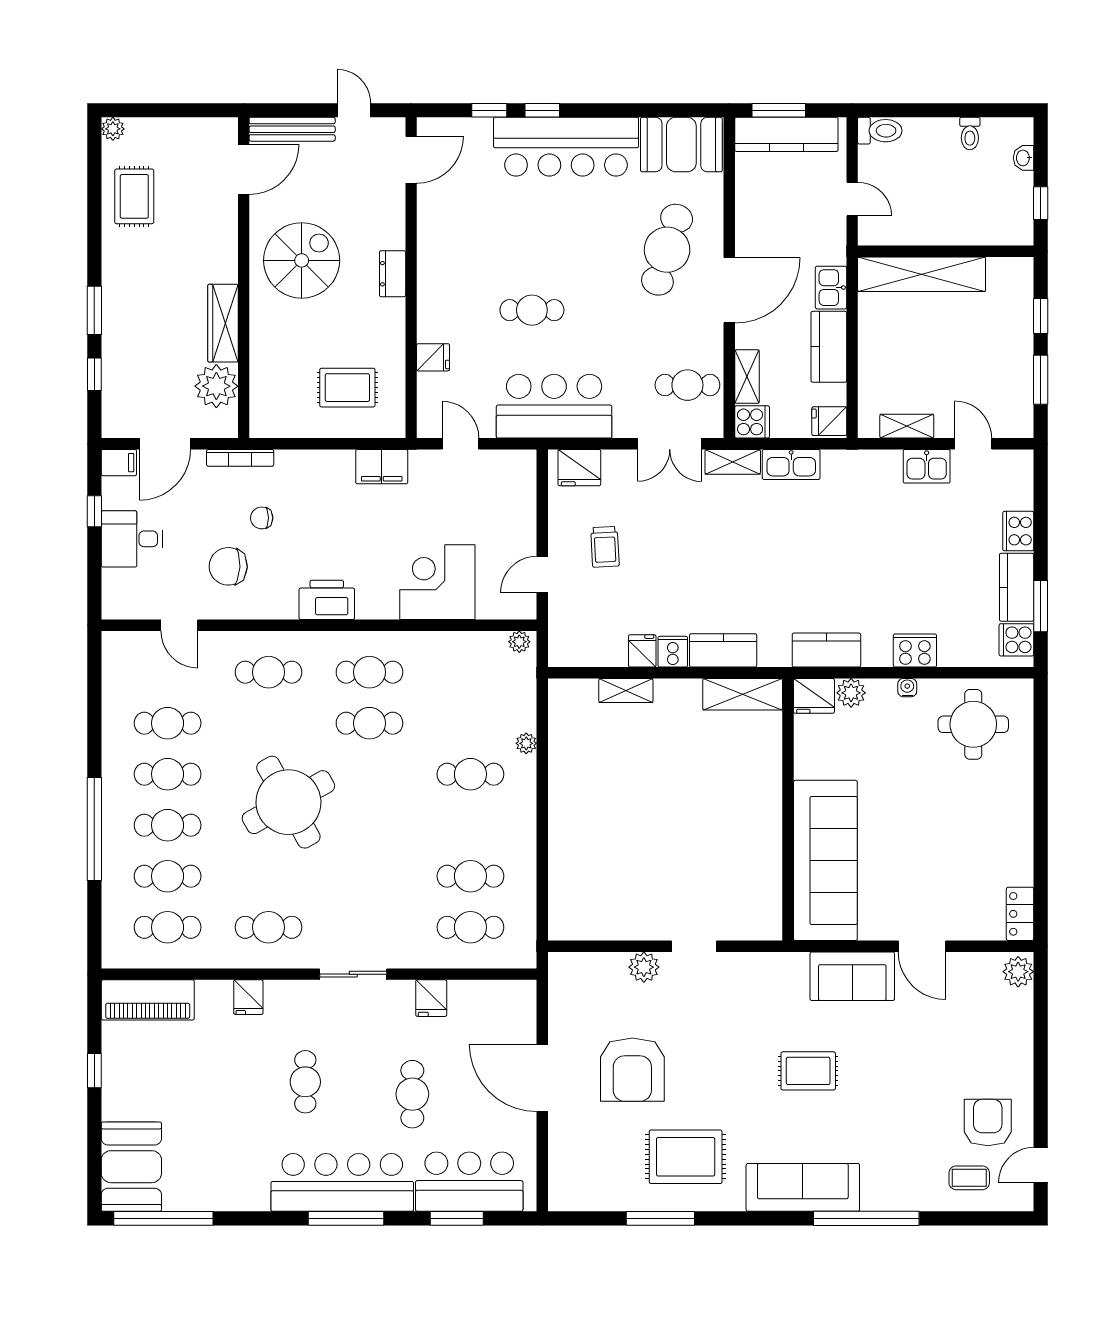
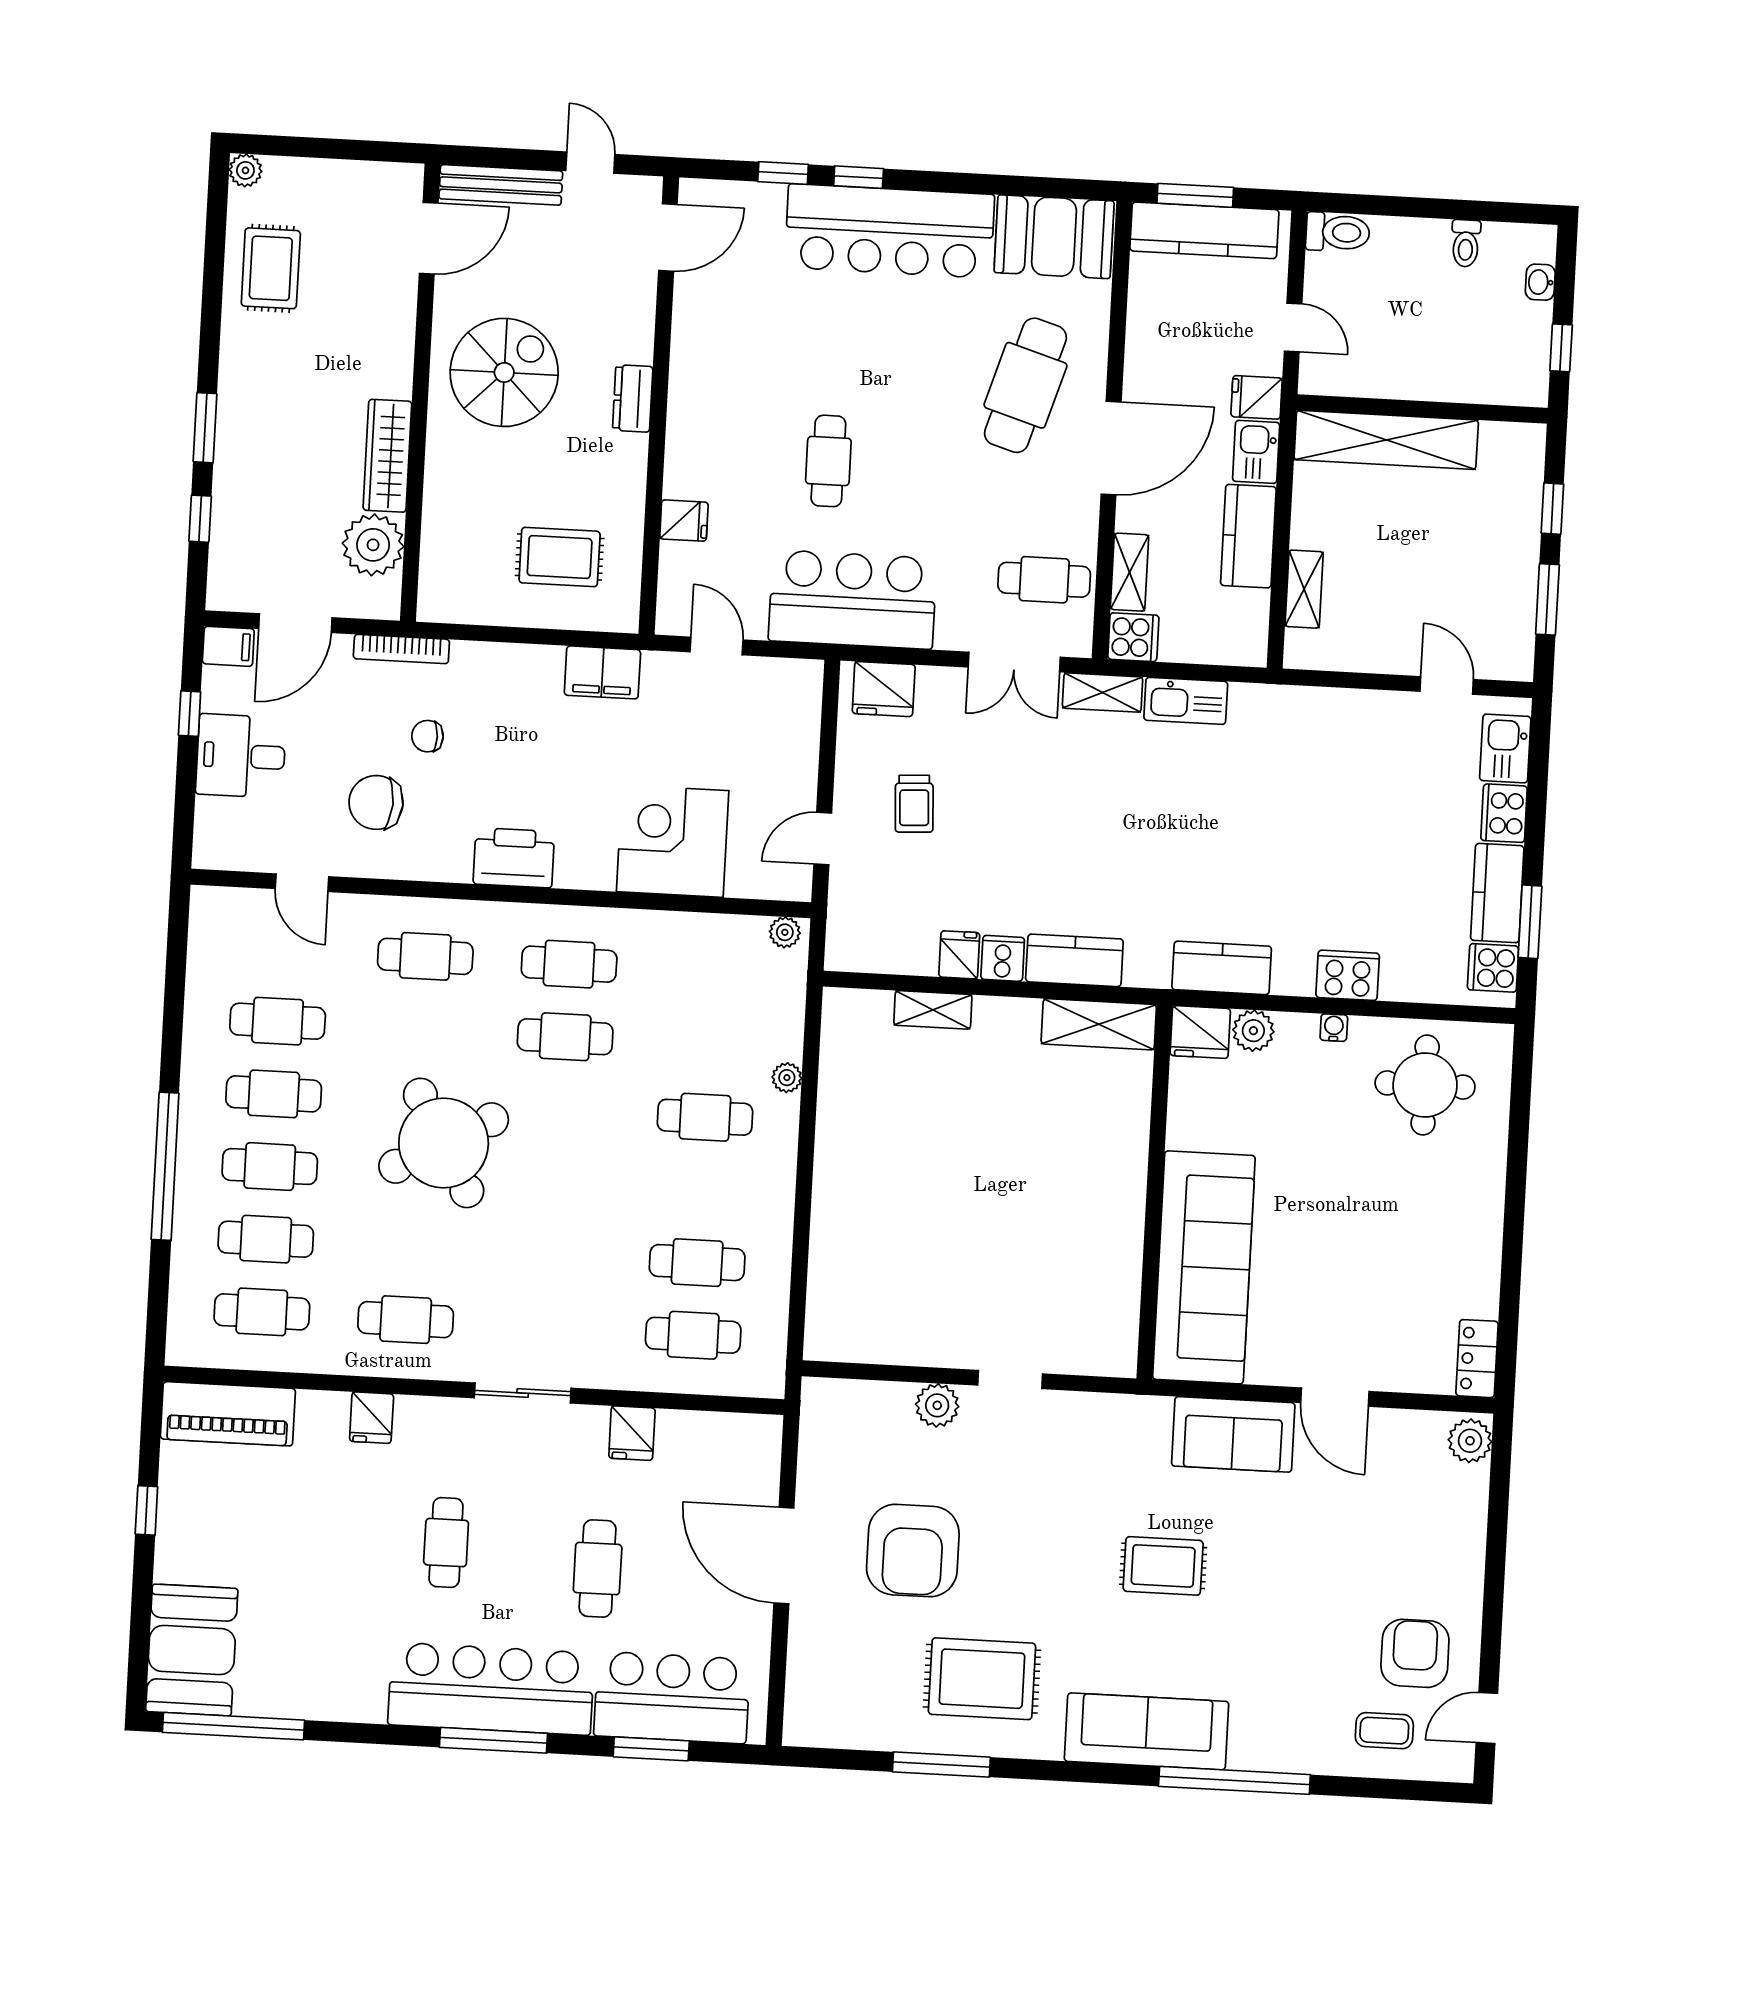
cafe table: (532, 310) -> (828, 461), turned 90
fridge: (829, 421) -> (1257, 397), moved
shelving: (907, 426) -> (1304, 589), moved, turned 90
kitchen sink: (927, 466) -> (1505, 748), moved, turned 90

